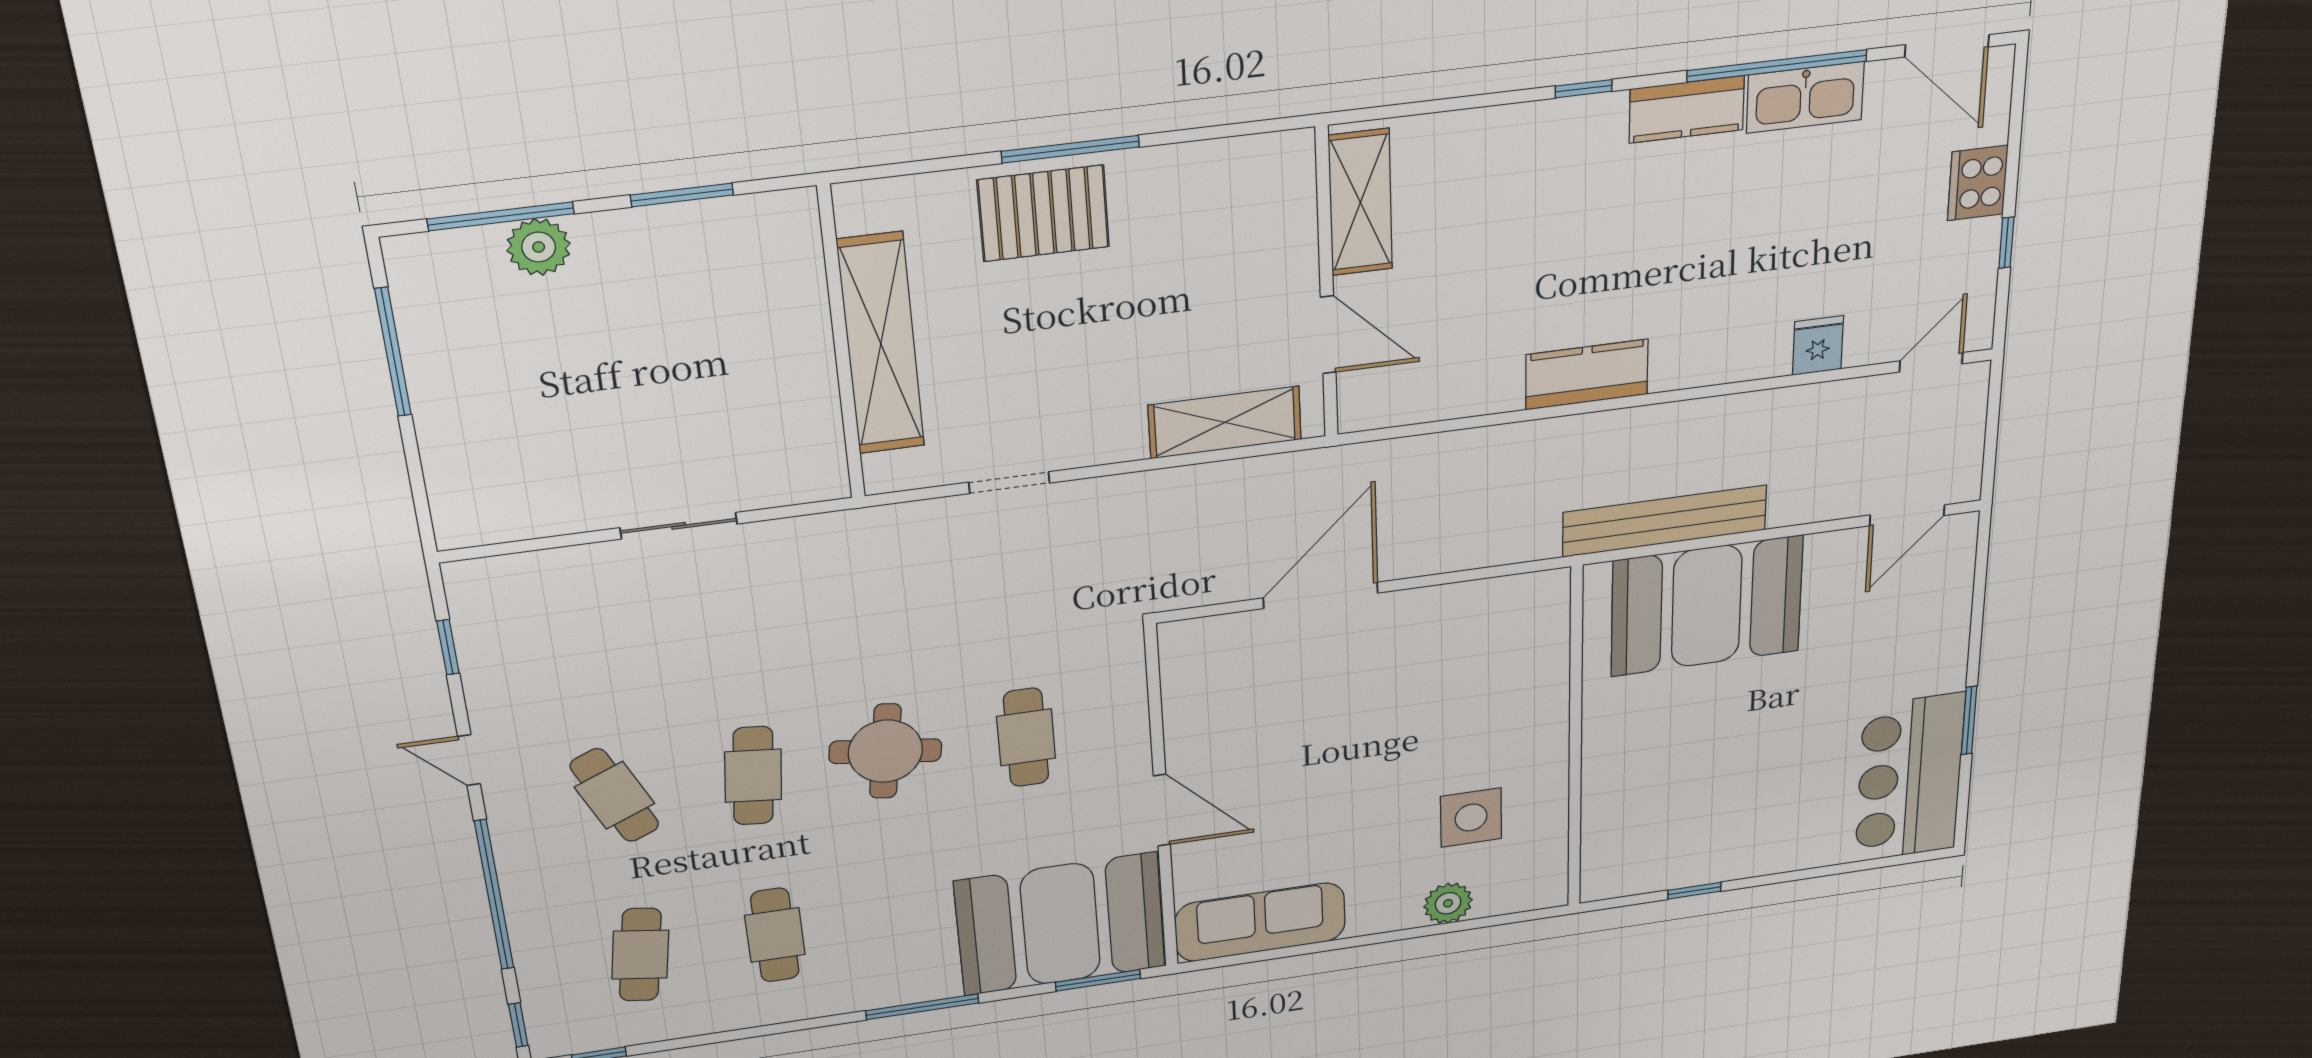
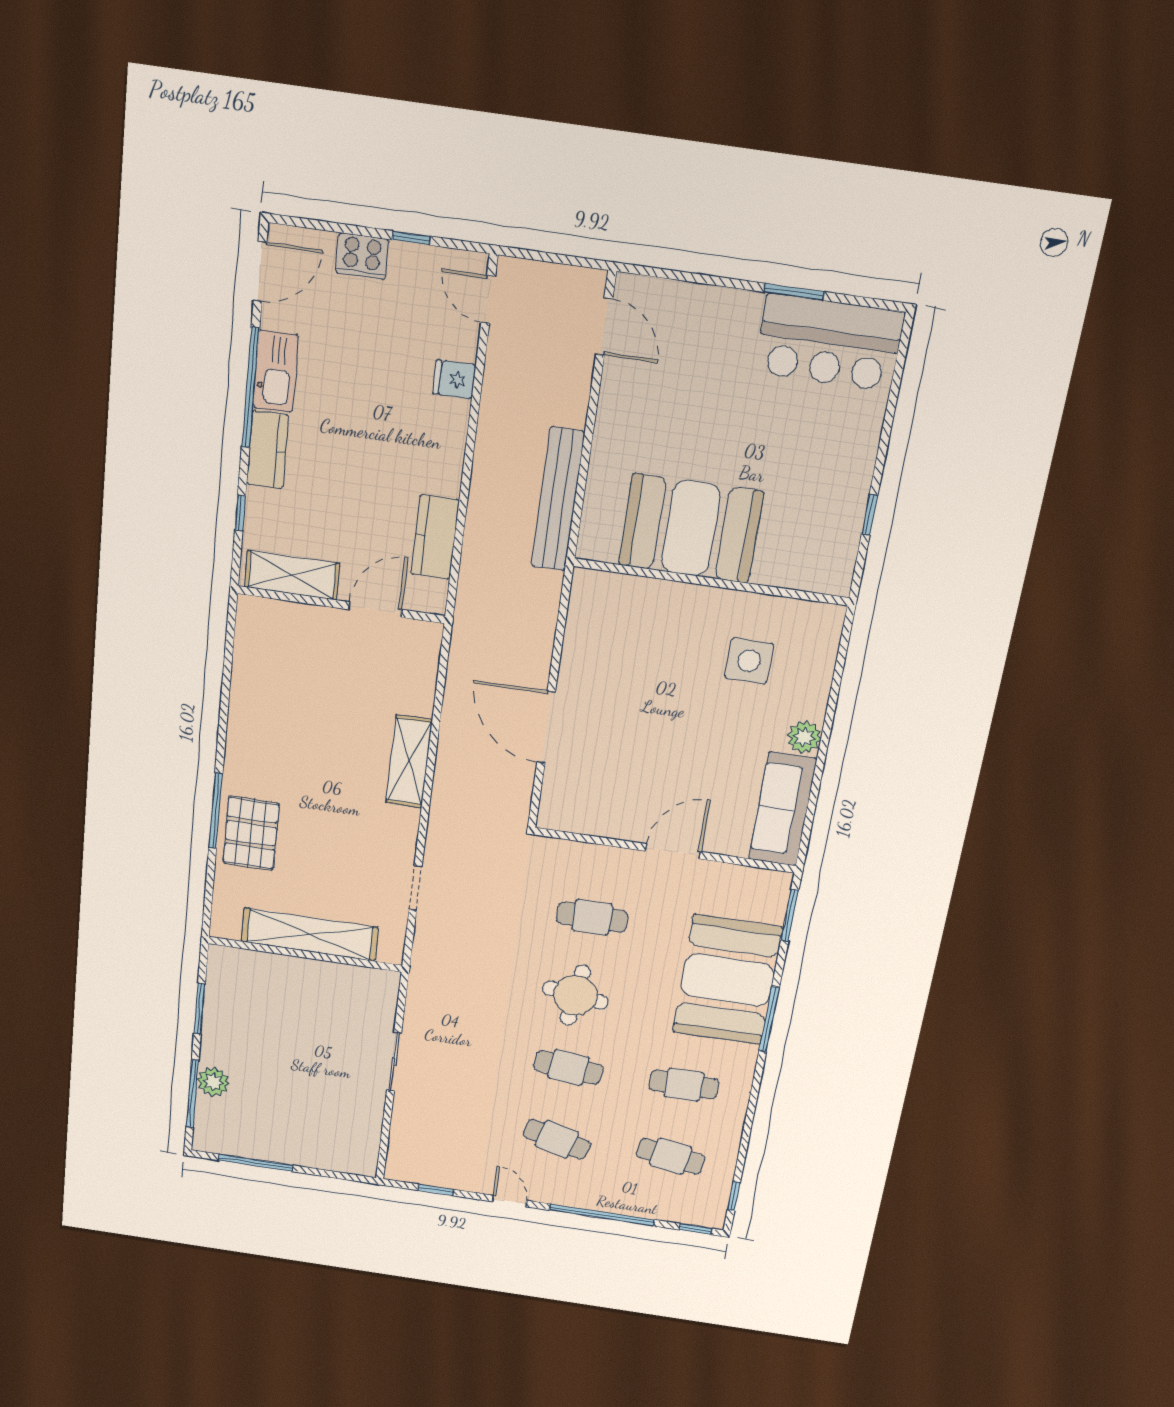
shelving: (1360, 202) -> (292, 575), moved
wall: (1327, 284) -> (341, 605), moved
door: (1328, 335) -> (375, 610), moved
booth: (1707, 606) -> (691, 528), moved, turned 90
door: (469, 760) -> (509, 1201), swing flipped
cafe table: (615, 795) -> (557, 1139), turned 39
plant: (1448, 903) -> (804, 737), moved
booth: (1060, 924) -> (727, 980), moved

